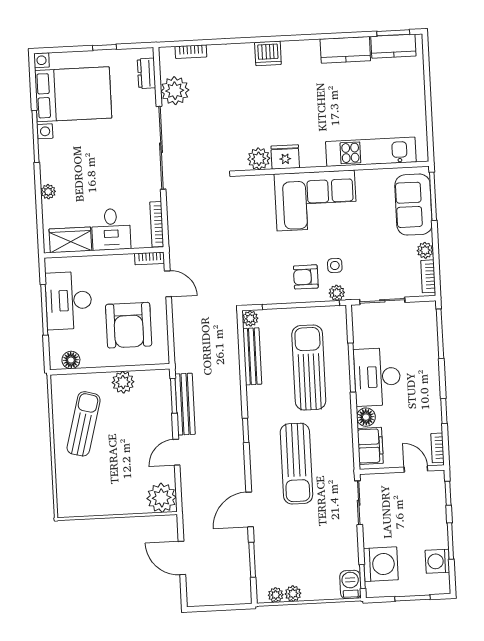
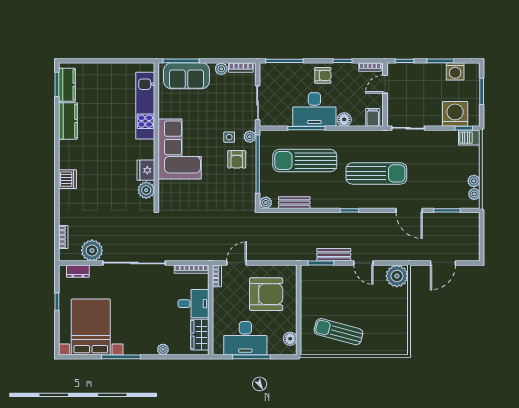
bench: (252, 356) -> (294, 203), width x0.73
plant: (123, 382) -> (309, 300), removed
armchair: (423, 386) -> (323, 75), added
bench: (185, 404) -> (334, 255), width x0.73
filing cabinet: (370, 446) -> (373, 117), width x0.50

